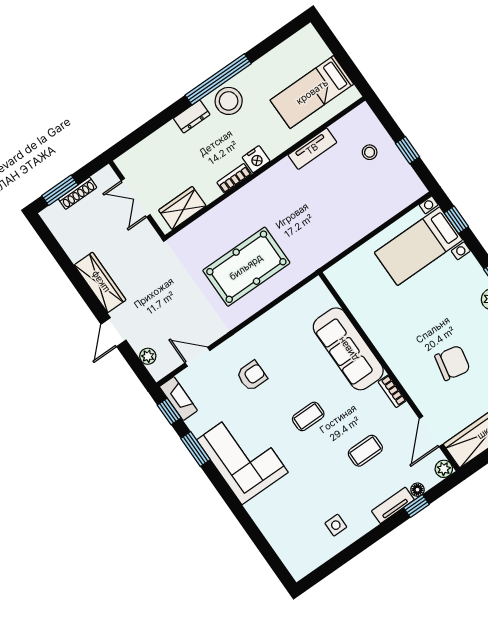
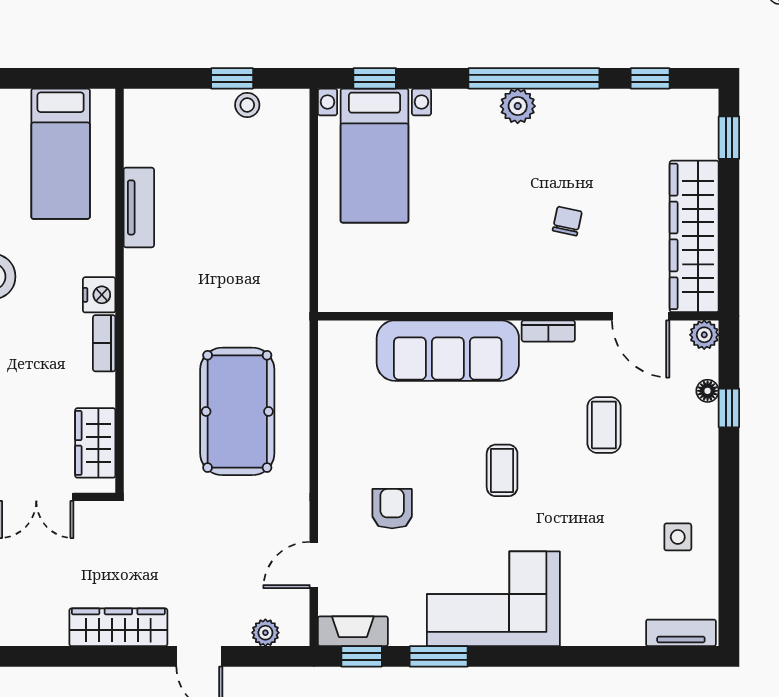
stool: (370, 152) -> (247, 105), moved
chair: (452, 363) -> (567, 221), width x0.54, depth x0.54
tv unit: (393, 505) -> (681, 633), moved, turned 90

